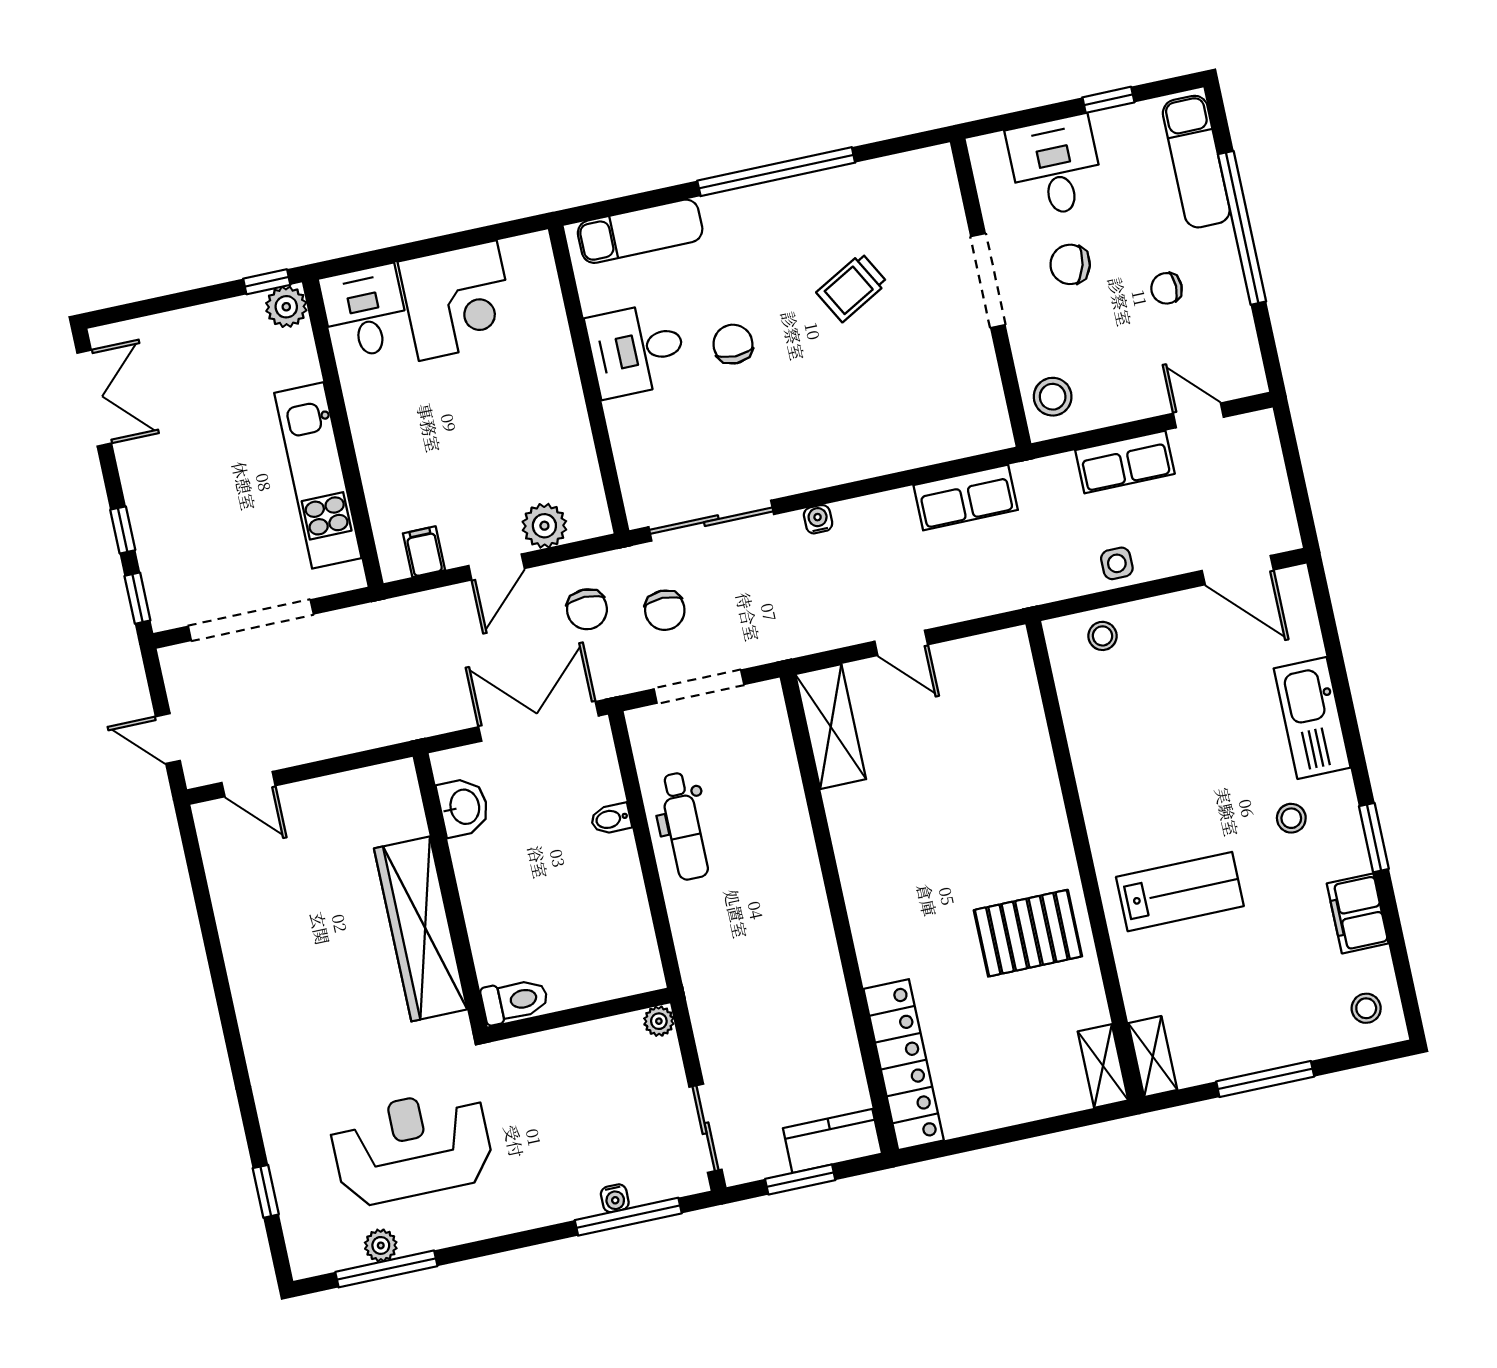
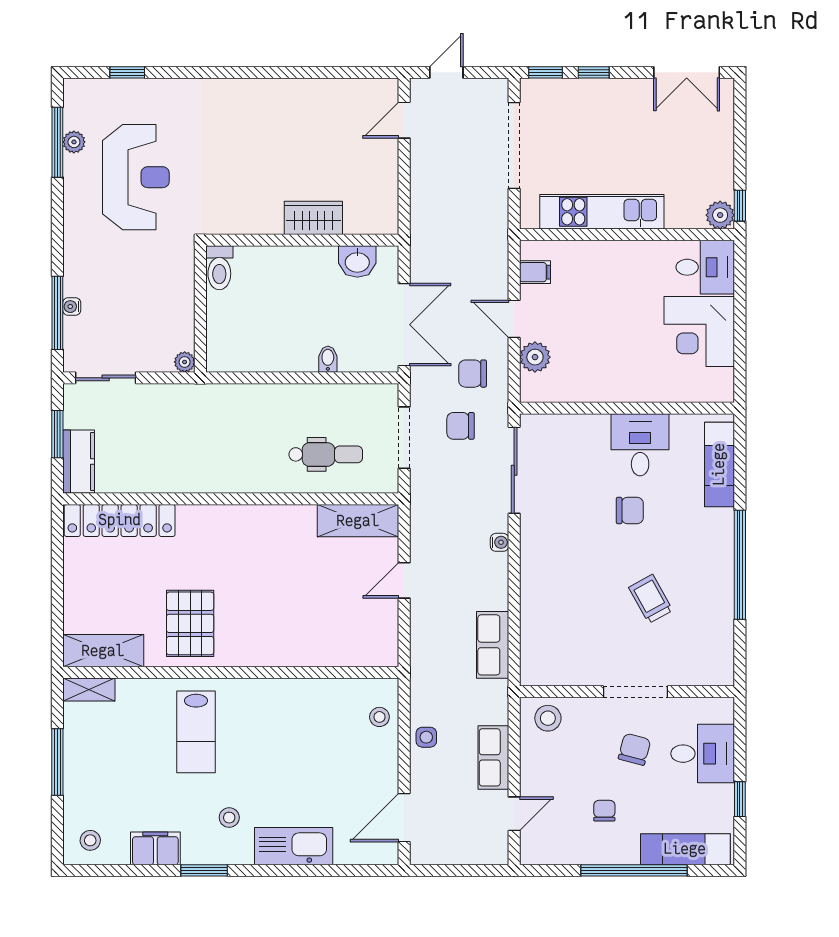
dental chair: (684, 826) -> (326, 454), moved, turned 180
wardrobe: (421, 929) -> (313, 218), width x0.48, depth x0.85
shelving: (1103, 1066) -> (103, 651), width x1.50, depth x1.33

